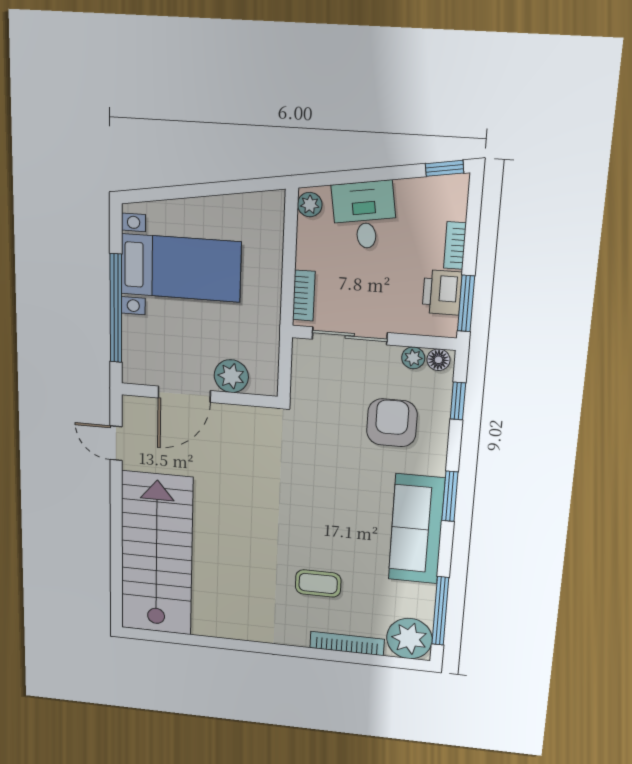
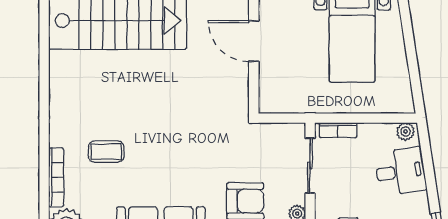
plant: (231, 376) -> (271, 77), removed
coffee table: (318, 583) -> (106, 152), turned 90

